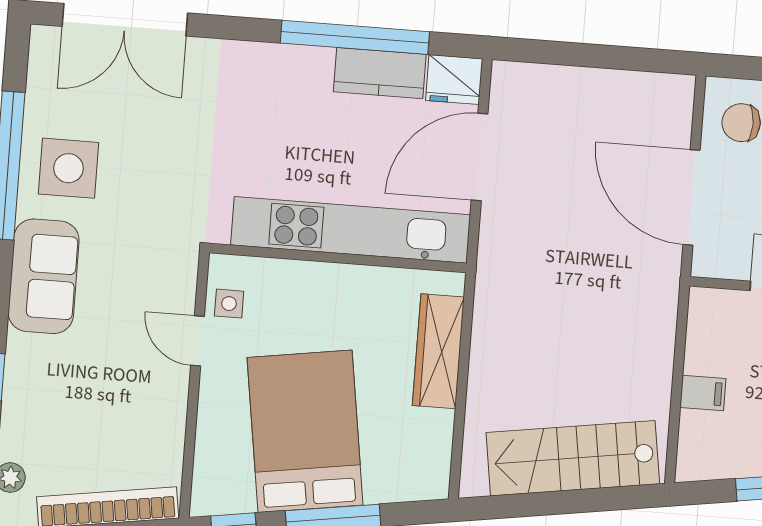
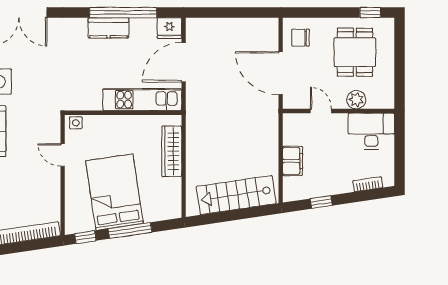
kitchen counter: (380, 73) -> (108, 28), moved
kitchen unit: (351, 230) -> (142, 100), width x0.73
side table: (229, 304) -> (76, 123), moved
filing cabinet: (703, 393) -> (293, 161), width x2.00

